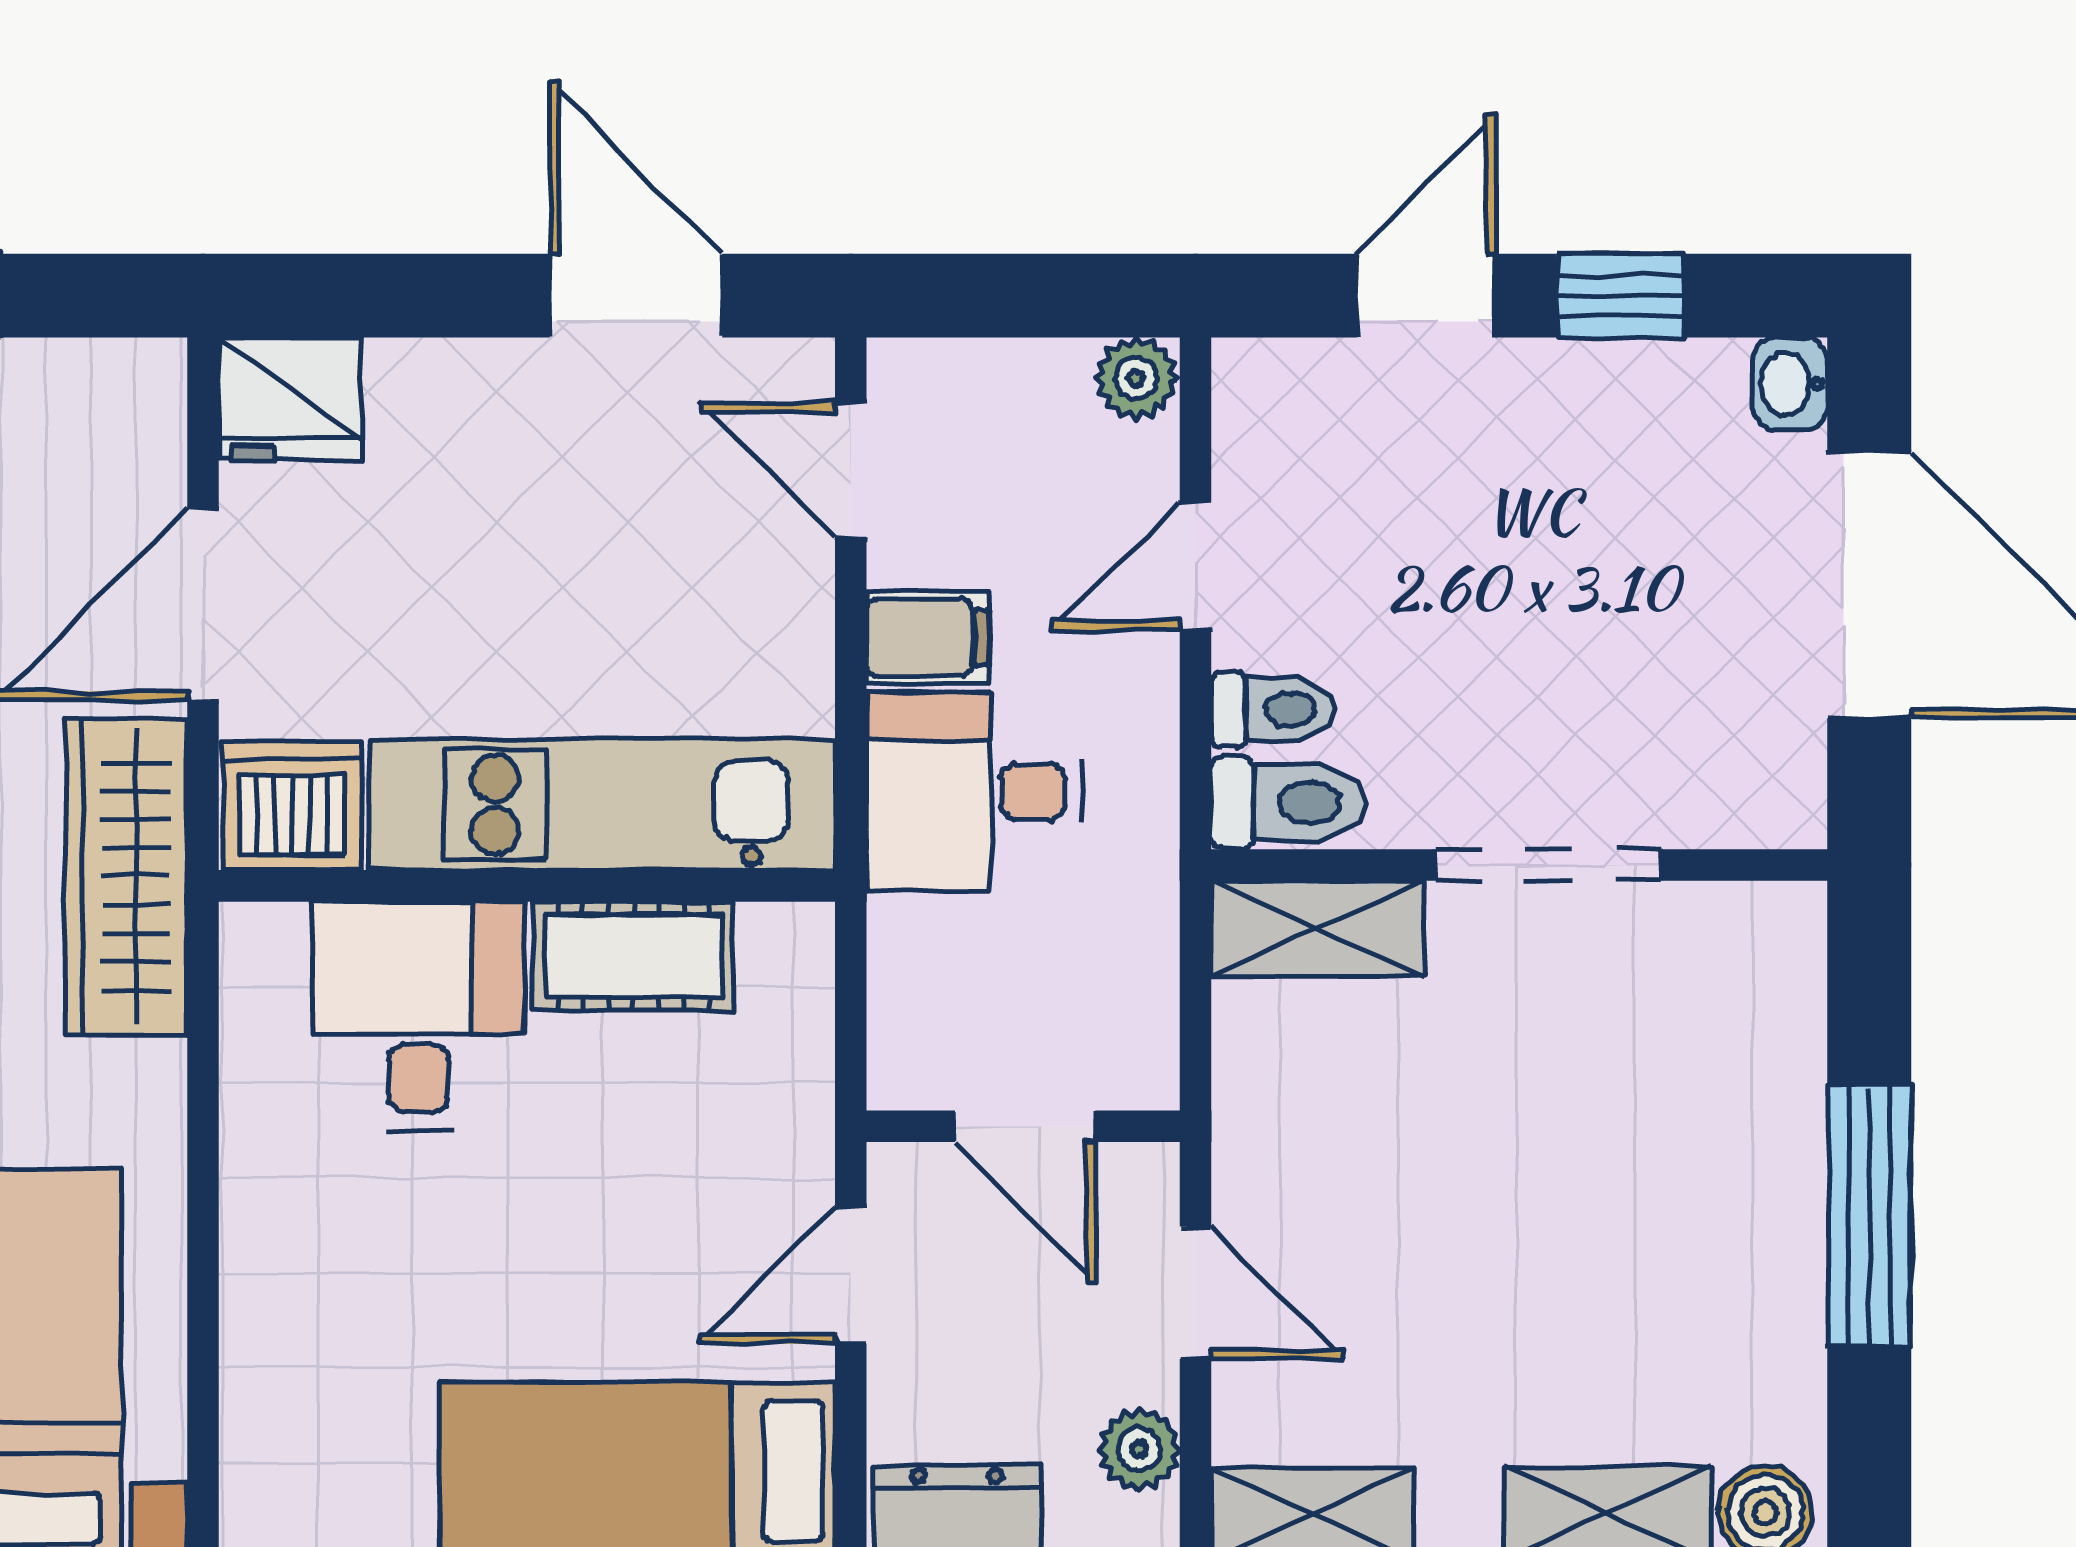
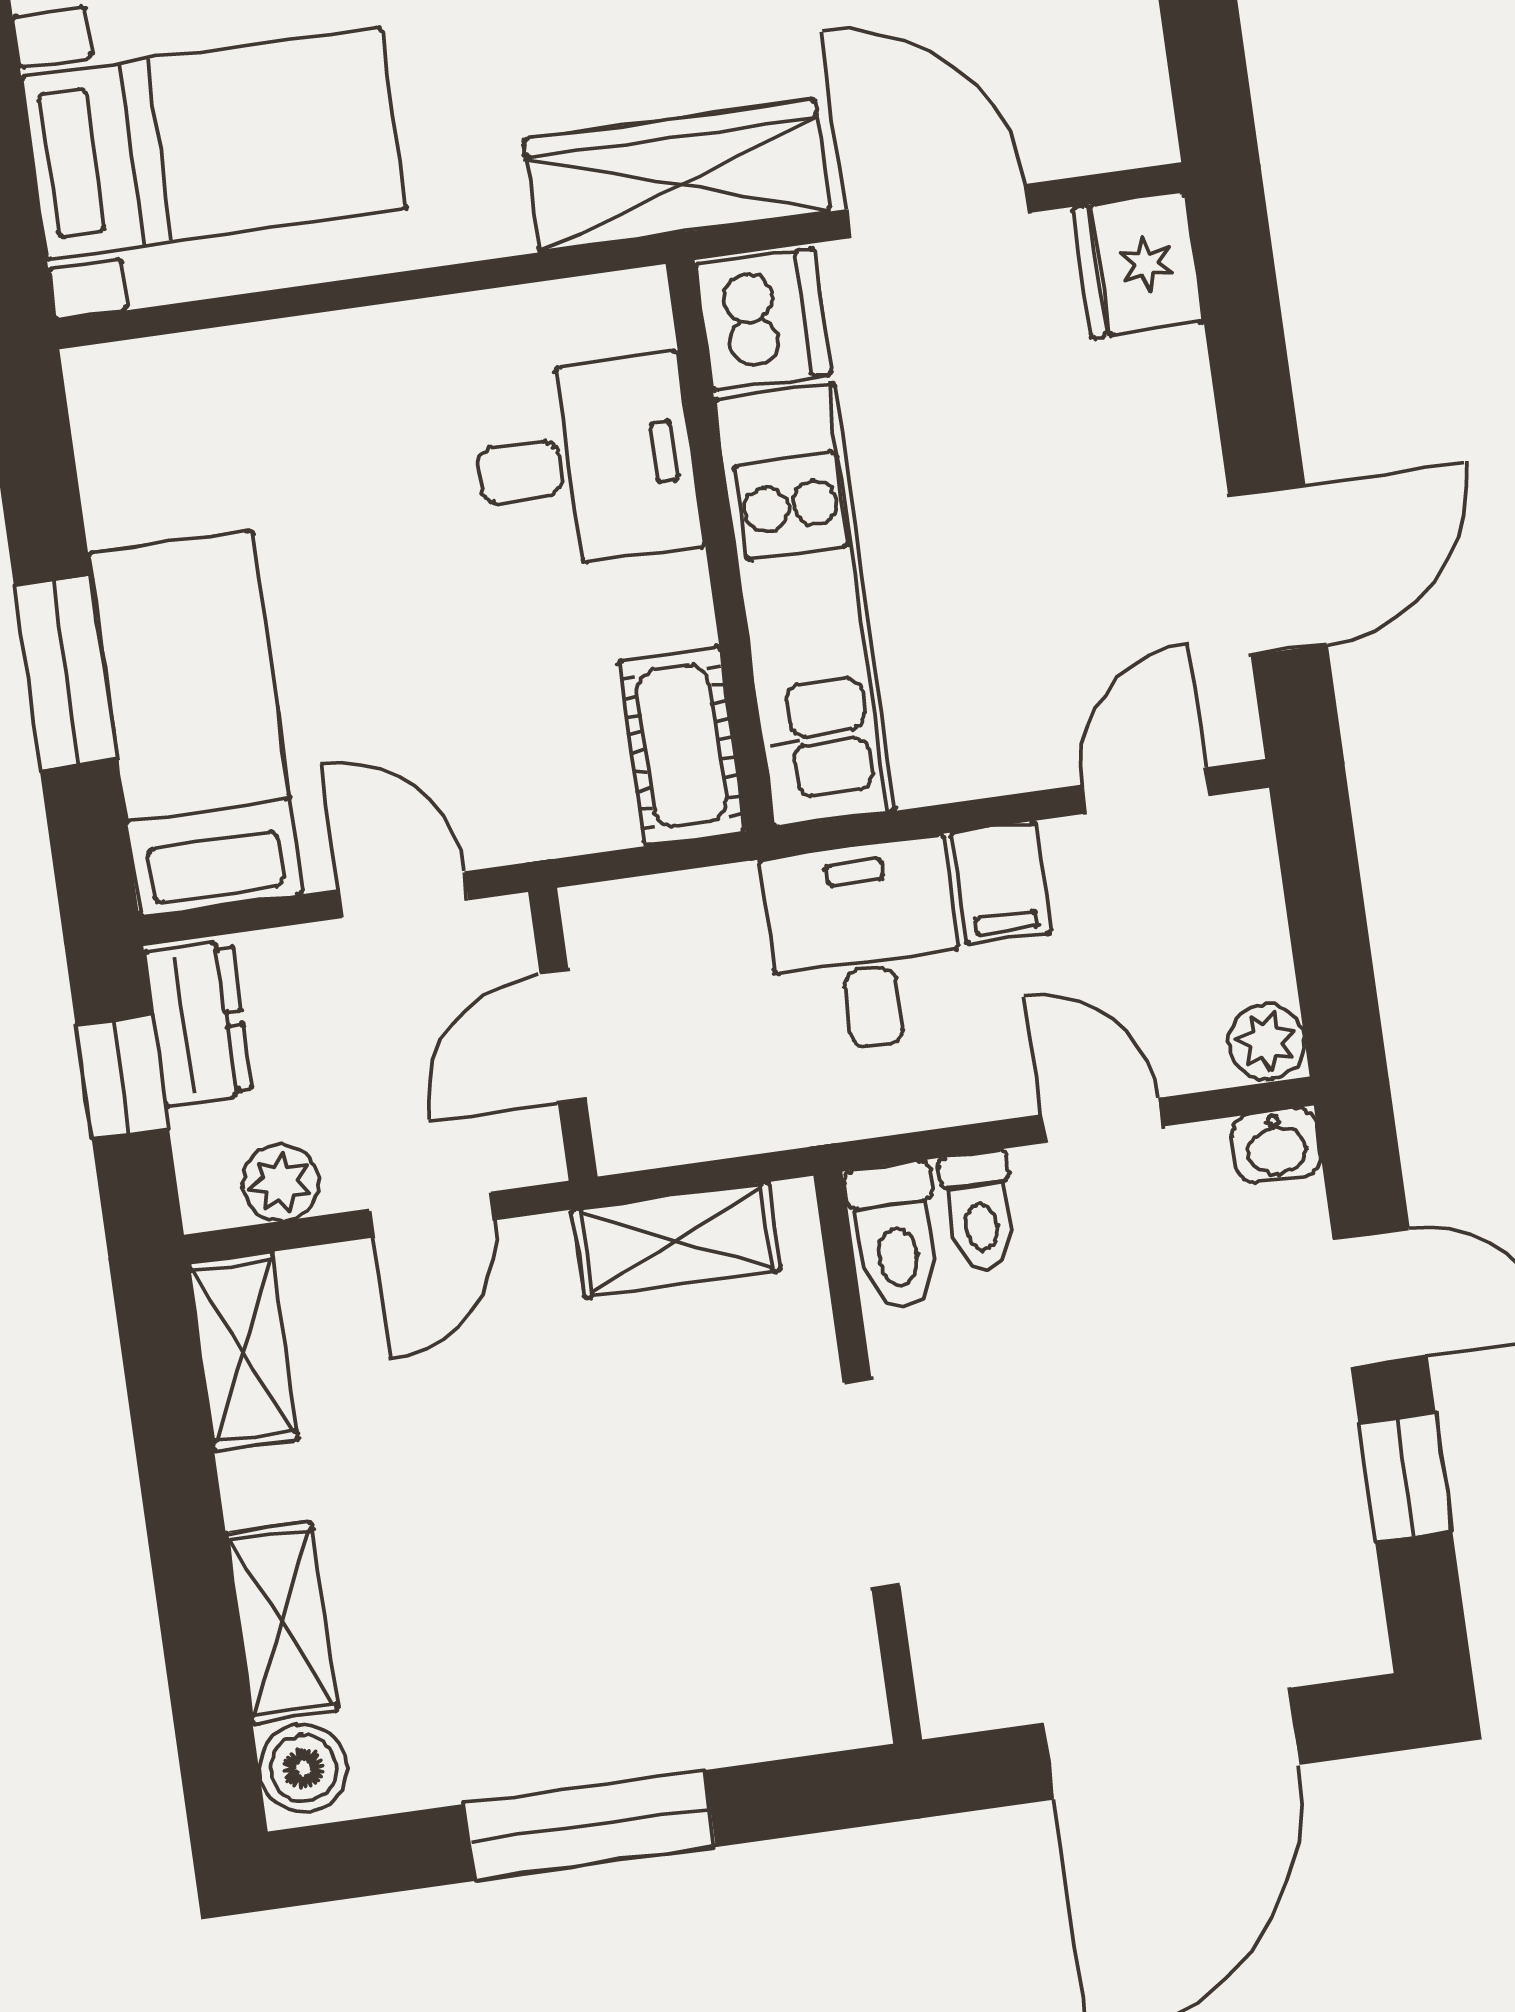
washbasin: (1790, 384) -> (1276, 1146), moved, turned 180
shelving: (1317, 928) -> (676, 1240), moved, turned 90
cot: (634, 956) -> (682, 746), moved

